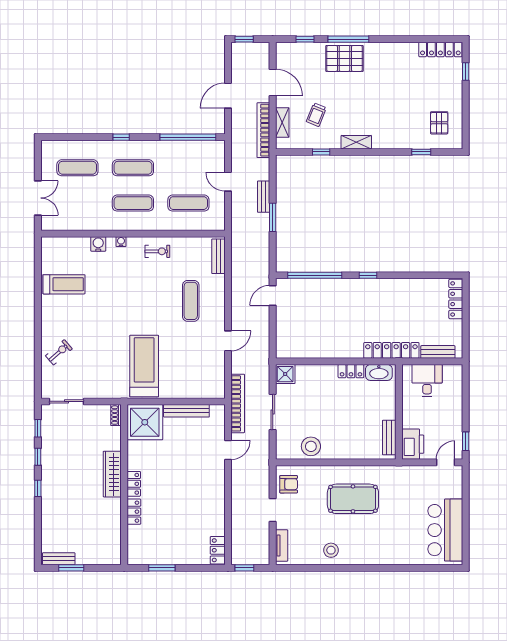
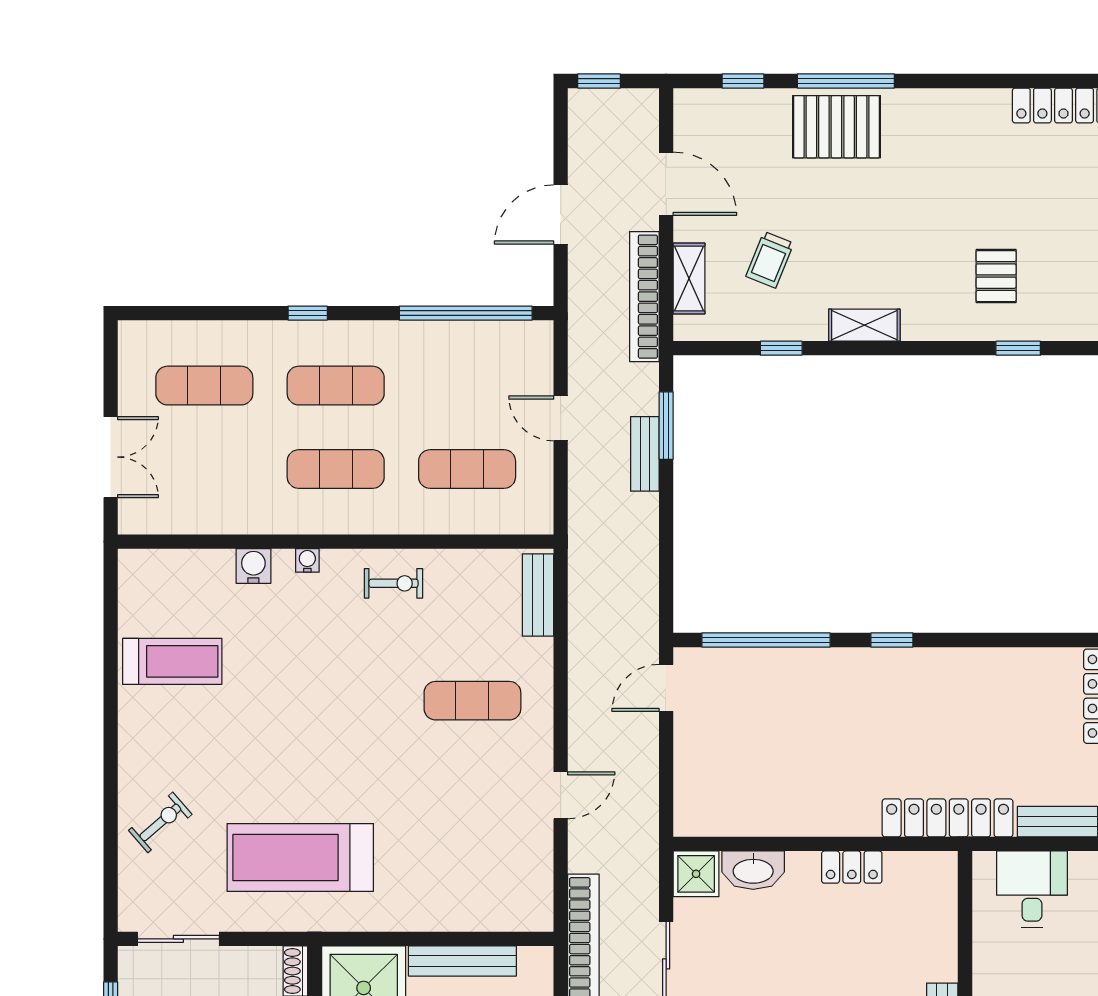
pallet: (439, 123) -> (996, 276), moved
window: (273, 217) -> (666, 426), moved
exercise mat: (191, 301) -> (472, 701), turned 90
treadmill: (144, 366) -> (300, 858), moved, turned -90
washbasin: (379, 372) -> (753, 870), moved

